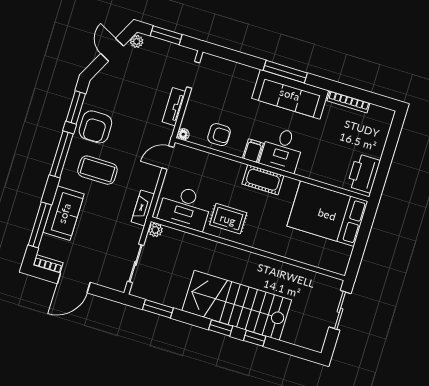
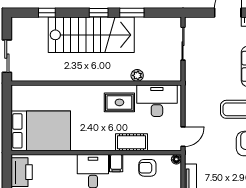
cot: (263, 180) -> (131, 142), moved
fireplace: (143, 208) -> (191, 90), removed
plant: (155, 230) -> (137, 75), moved
window: (158, 309) -> (132, 13), moved
window: (255, 338) -> (47, 13), moved

